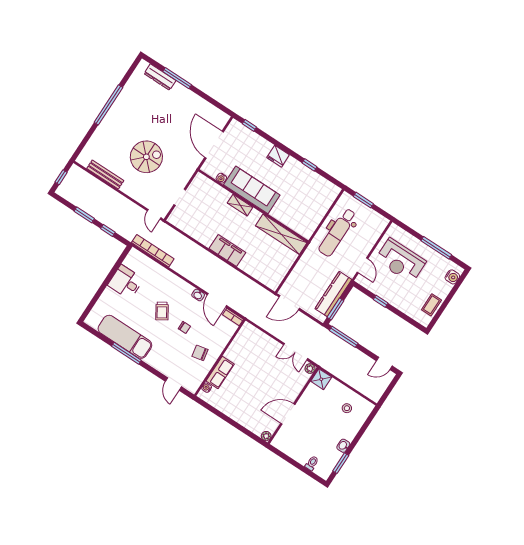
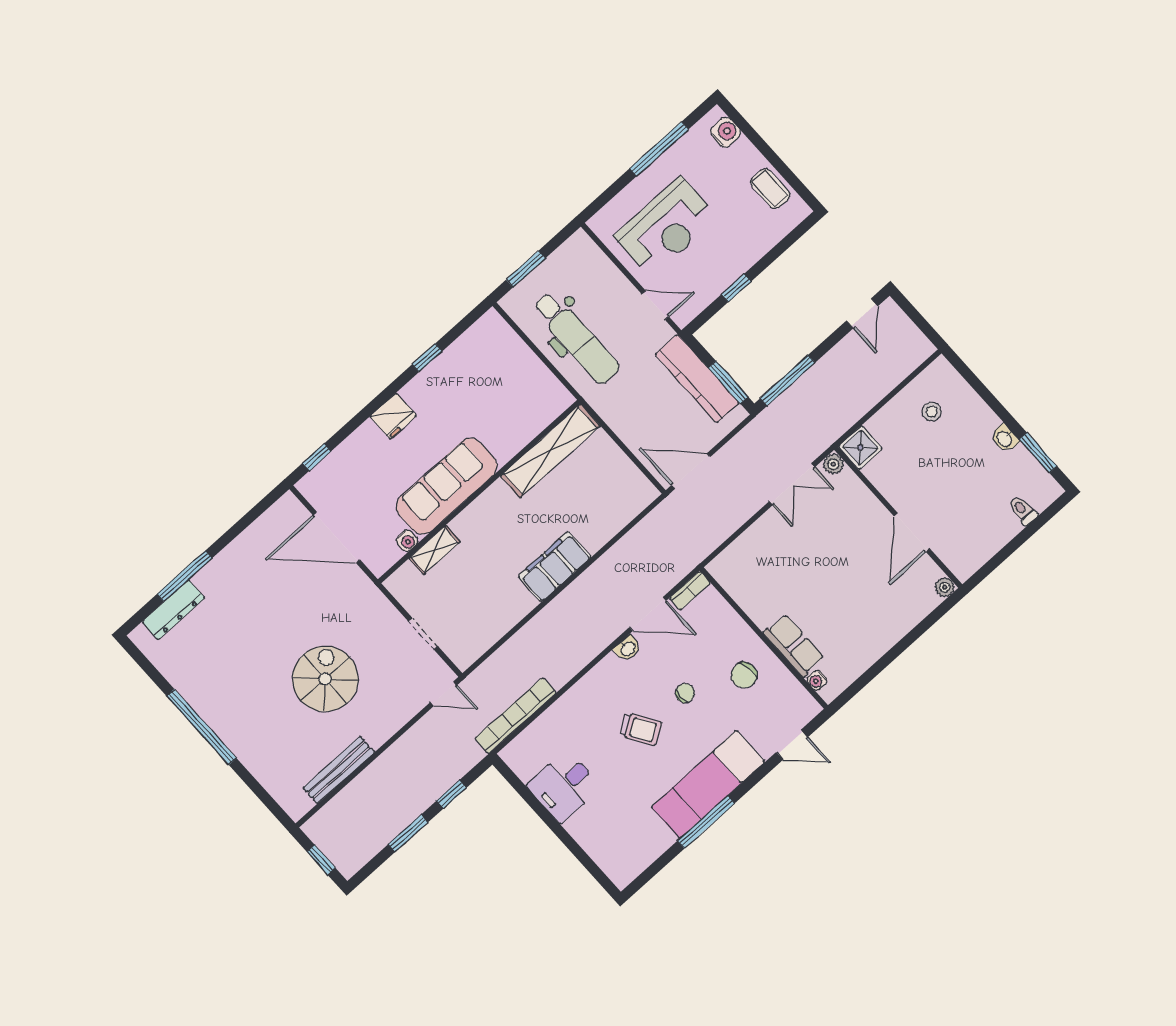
shelving: (240, 205) -> (435, 550), moved
door: (289, 303) -> (691, 471), swing flipped
exam couch: (125, 337) -> (708, 784), moved

